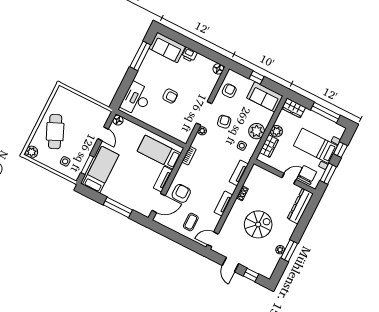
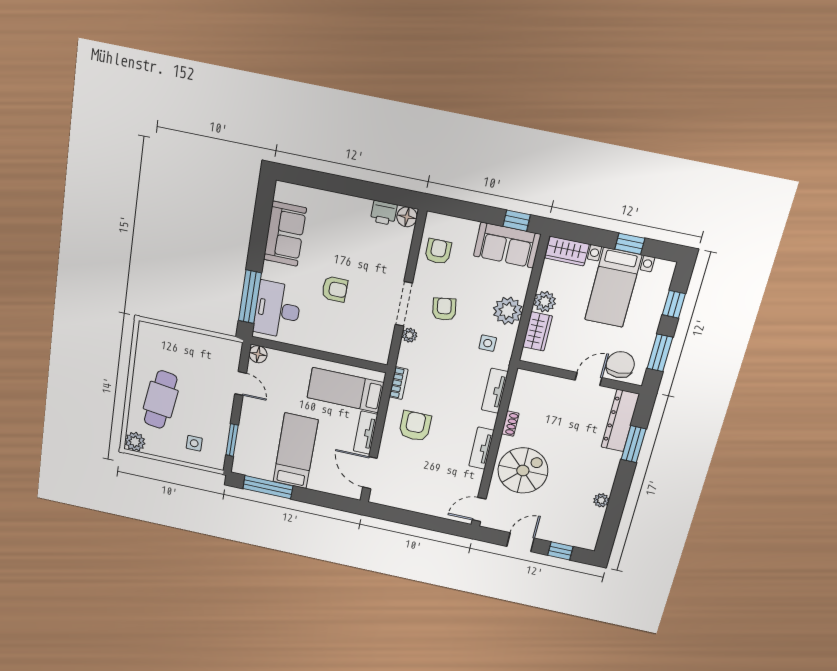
sofa: (167, 47) -> (285, 234), moved, turned -90
printer: (189, 55) -> (384, 213), moved
window: (140, 56) -> (250, 297), moved
window: (257, 78) -> (517, 221), moved
window: (325, 113) -> (630, 244), width x0.46
cafe table: (55, 132) -> (161, 400), turned 32
bed with nightstands: (315, 146) -> (613, 287), moved, turned -90
bed: (101, 170) -> (295, 451), moved
armchair: (181, 193) -> (415, 426), moved
door: (159, 203) -> (370, 473), swing flipped
window: (118, 207) -> (268, 487), moved
coffee table: (191, 222) -> (434, 491), removed
spiral stairs: (258, 224) -> (523, 470), moved
window: (289, 251) -> (634, 444), moved
door: (230, 265) -> (520, 542), swing flipped

